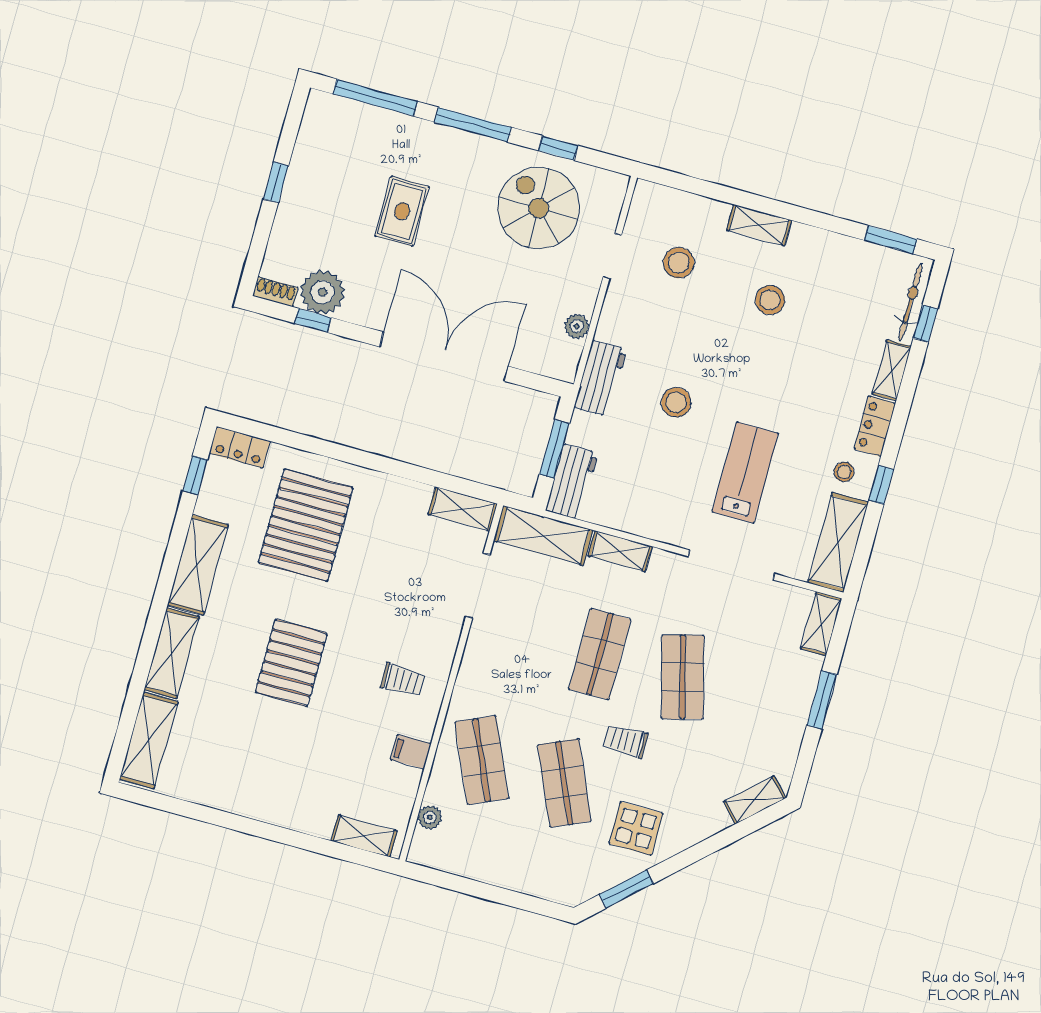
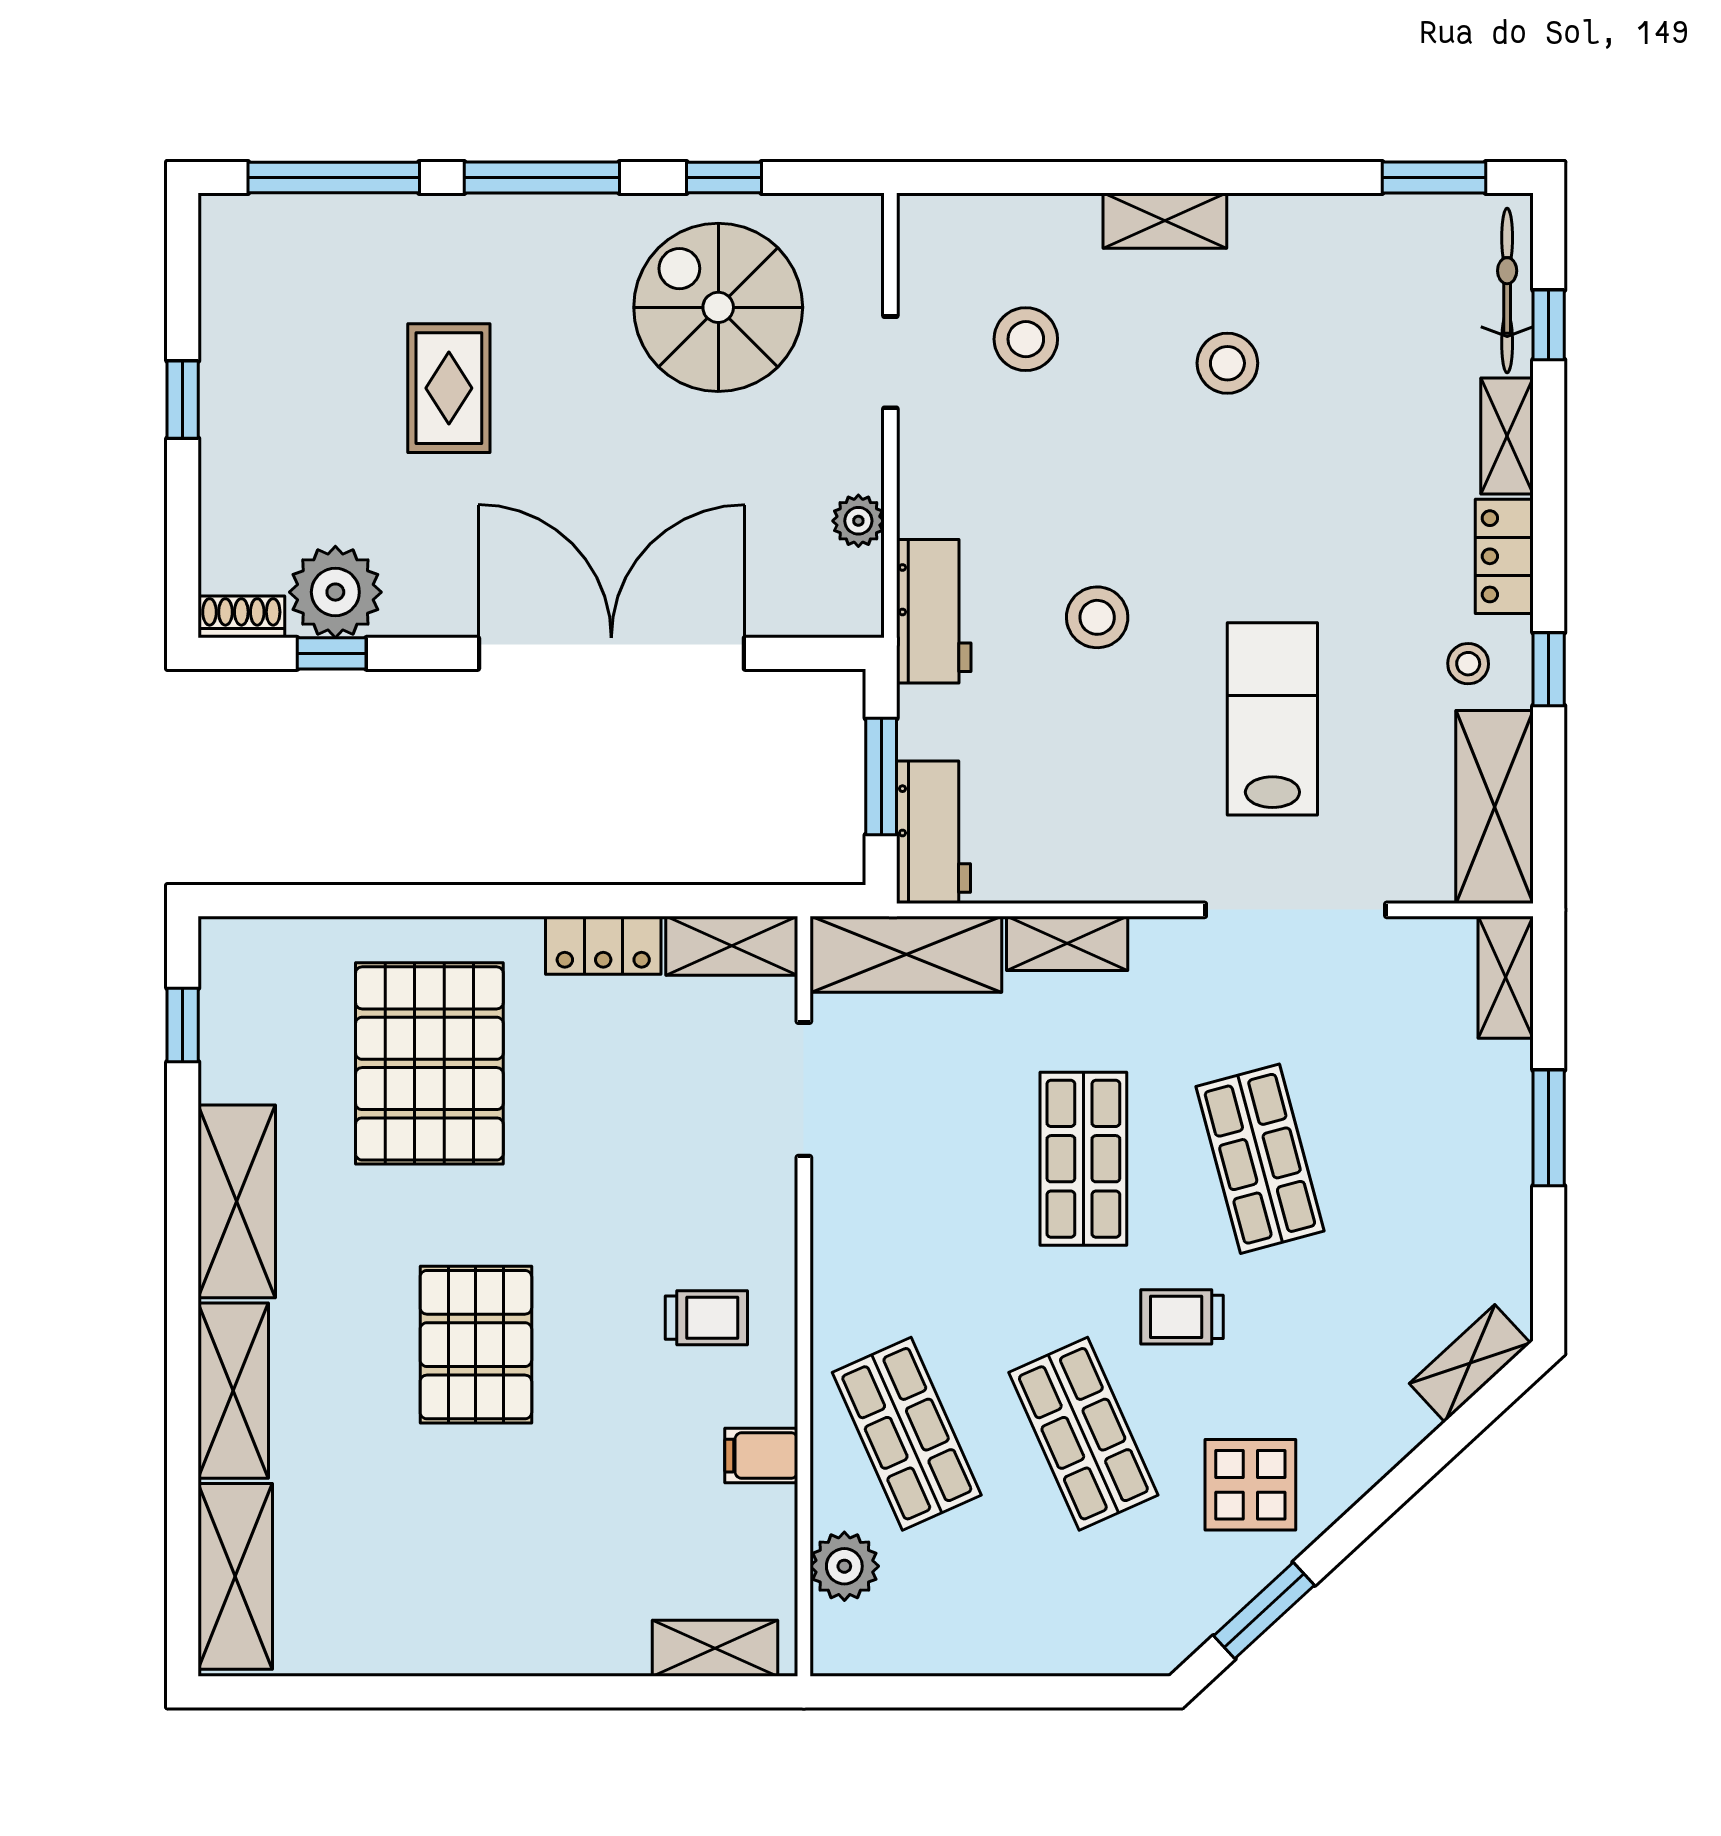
locker: (240, 447) -> (603, 945), moved
plant: (430, 817) -> (844, 1566), width x1.38, depth x1.38

